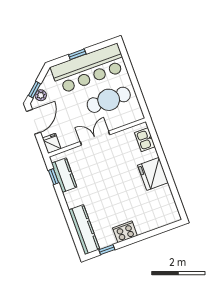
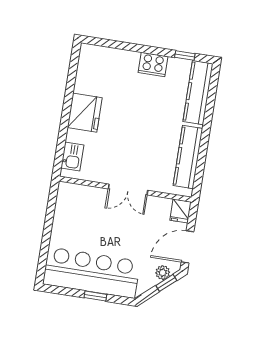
cafe table: (109, 100) -> (88, 225), removed
kitchen counter: (64, 175) -> (188, 157), width x1.50
window: (54, 177) -> (199, 172), removed

